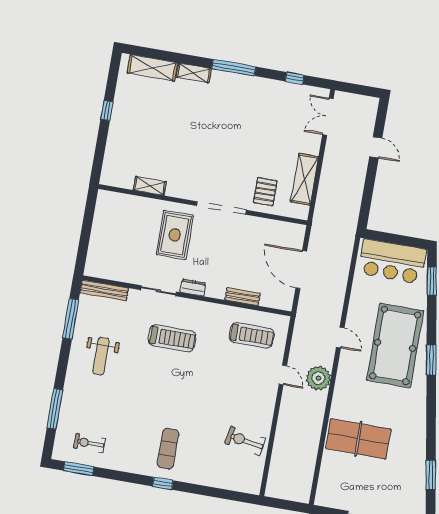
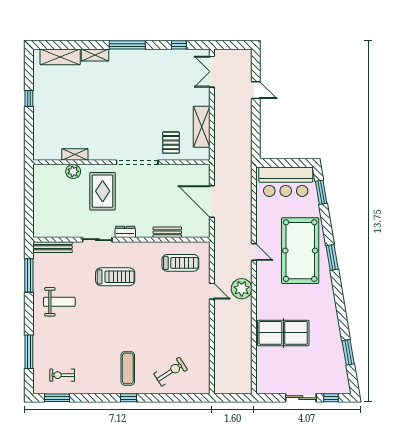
plant: (144, 206) -> (73, 171), added
weight bench: (101, 356) -> (59, 302), turned -90
exercise bike: (245, 441) -> (171, 372), moved, turned 137

